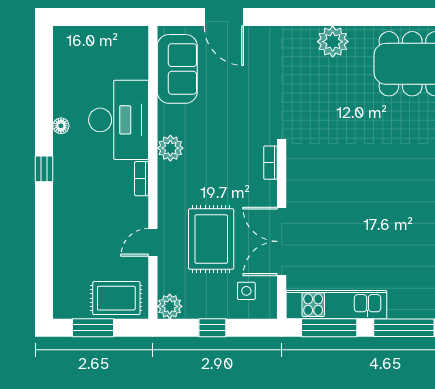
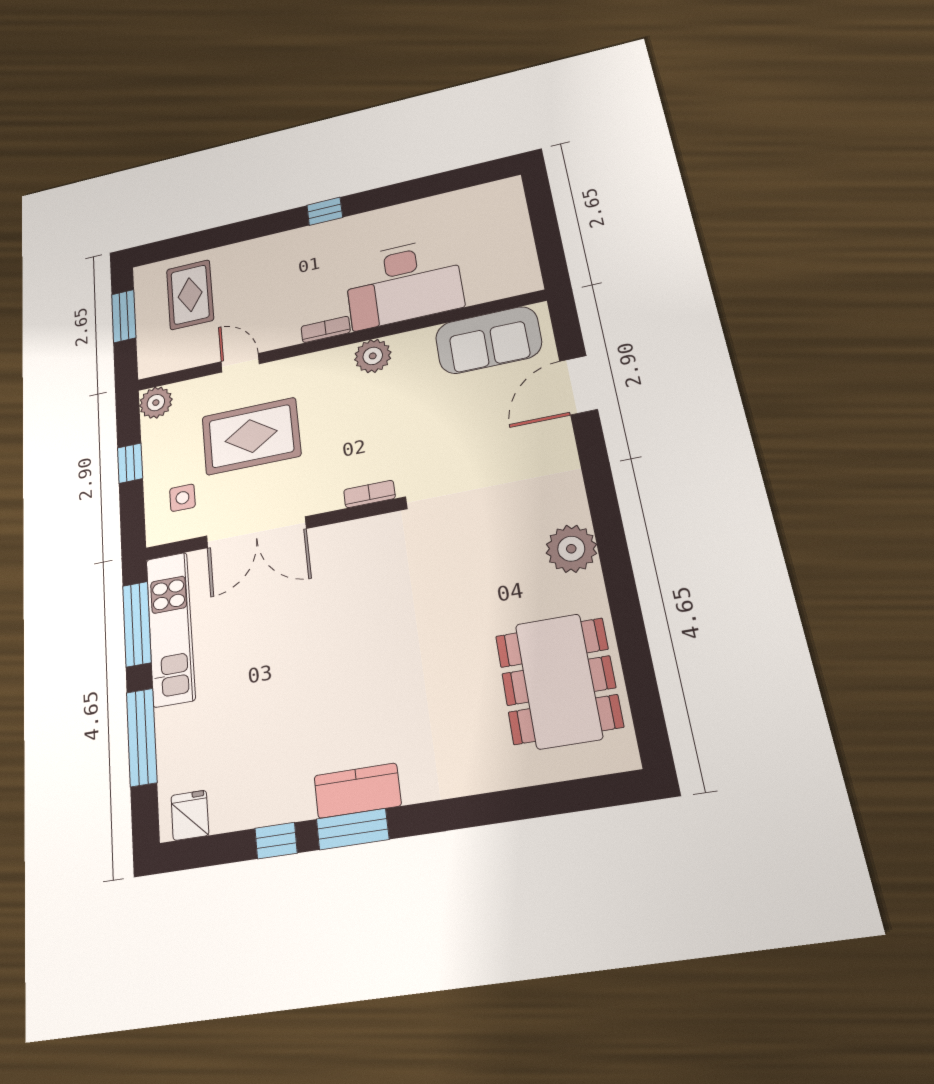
floor lamp: (61, 126) -> (385, 217), removed
double door: (282, 241) -> (256, 532), swing flipped
rug: (116, 298) -> (190, 295), moved

